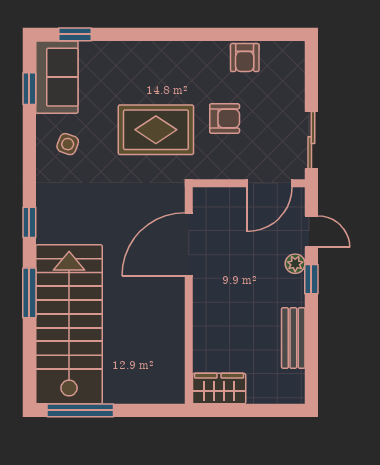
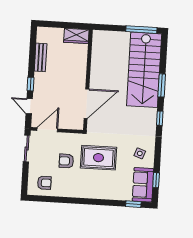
armchair: (245, 58) -> (44, 183), moved, turned 90
plant: (295, 264) -> (38, 92), removed

